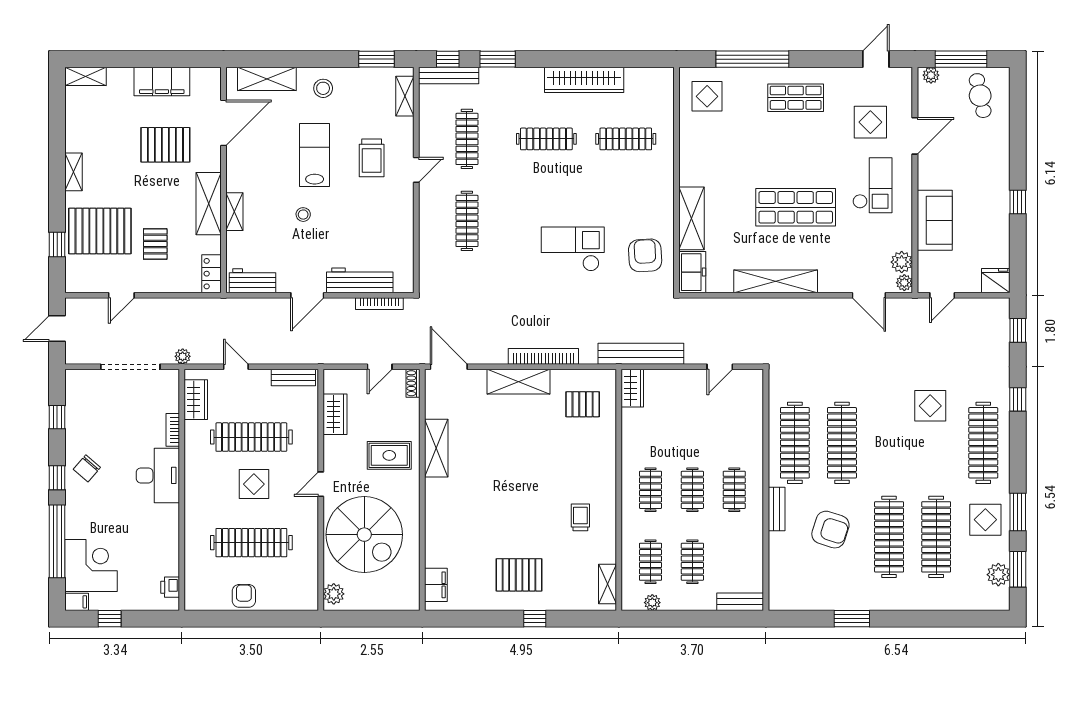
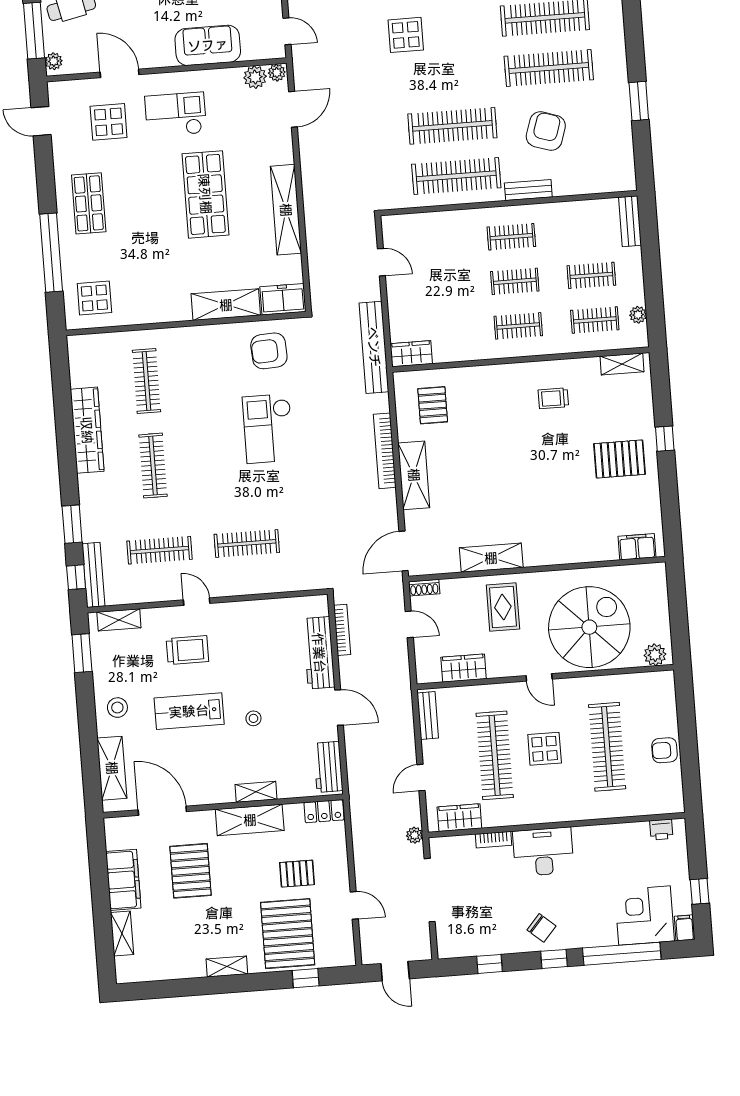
shelving: (86, 76) -> (122, 933), moved
pallet: (519, 575) -> (619, 459), turned 90

